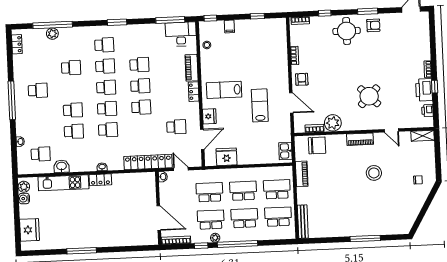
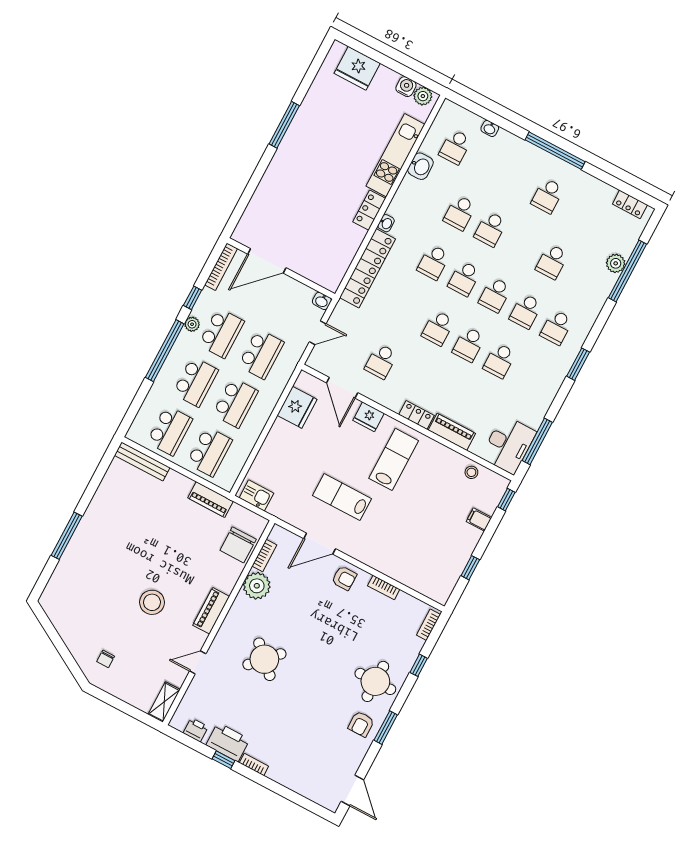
lab bench: (260, 105) -> (342, 497), turned 180
locker: (148, 162) -> (367, 268), moved

